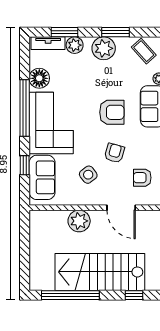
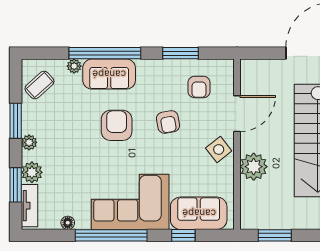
plant: (104, 48) -> (29, 142), width x0.53, depth x0.53
floor lamp: (39, 78) -> (68, 223), width x0.53, depth x0.53
armchair: (114, 153) -> (168, 122), turned -116
side table: (88, 175) -> (219, 149), moved
window: (25, 238) -> (275, 235), added

